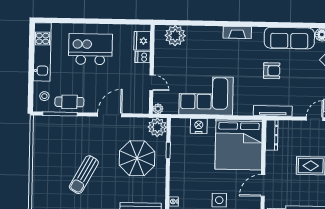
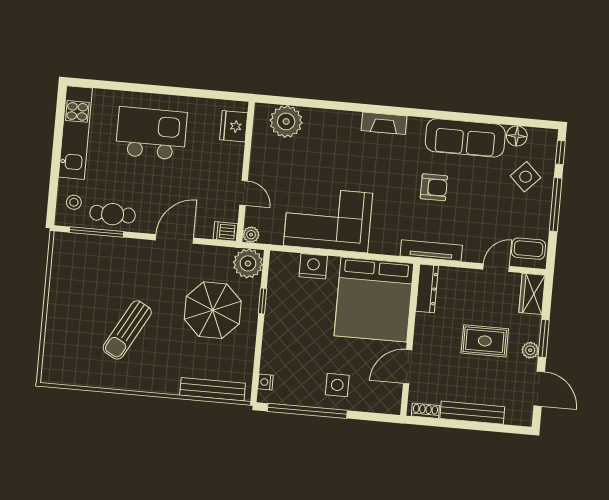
dishwasher: (143, 57) -> (226, 231), moved

